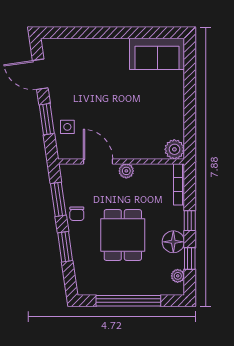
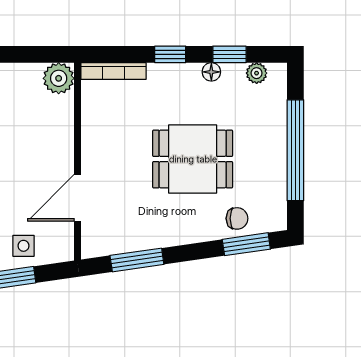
plant: (126, 171) -> (92, 154), removed
chair: (77, 214) -> (237, 218), moved
floor lamp: (173, 242) -> (211, 72), width x0.53, depth x0.53
window: (65, 247) -> (246, 244), moved

